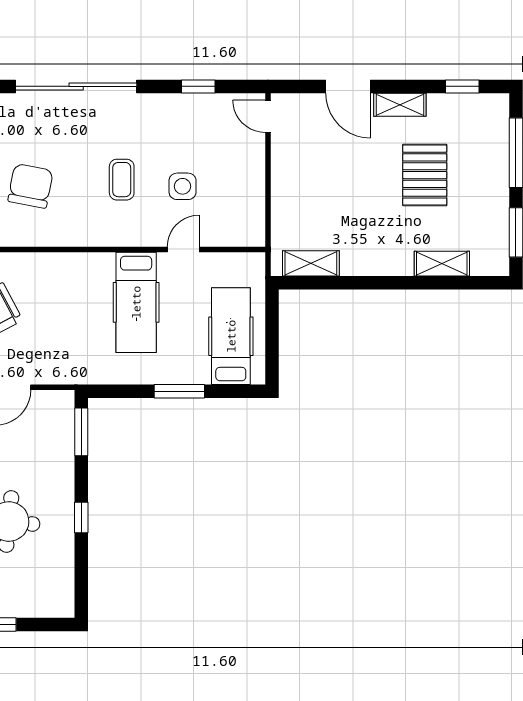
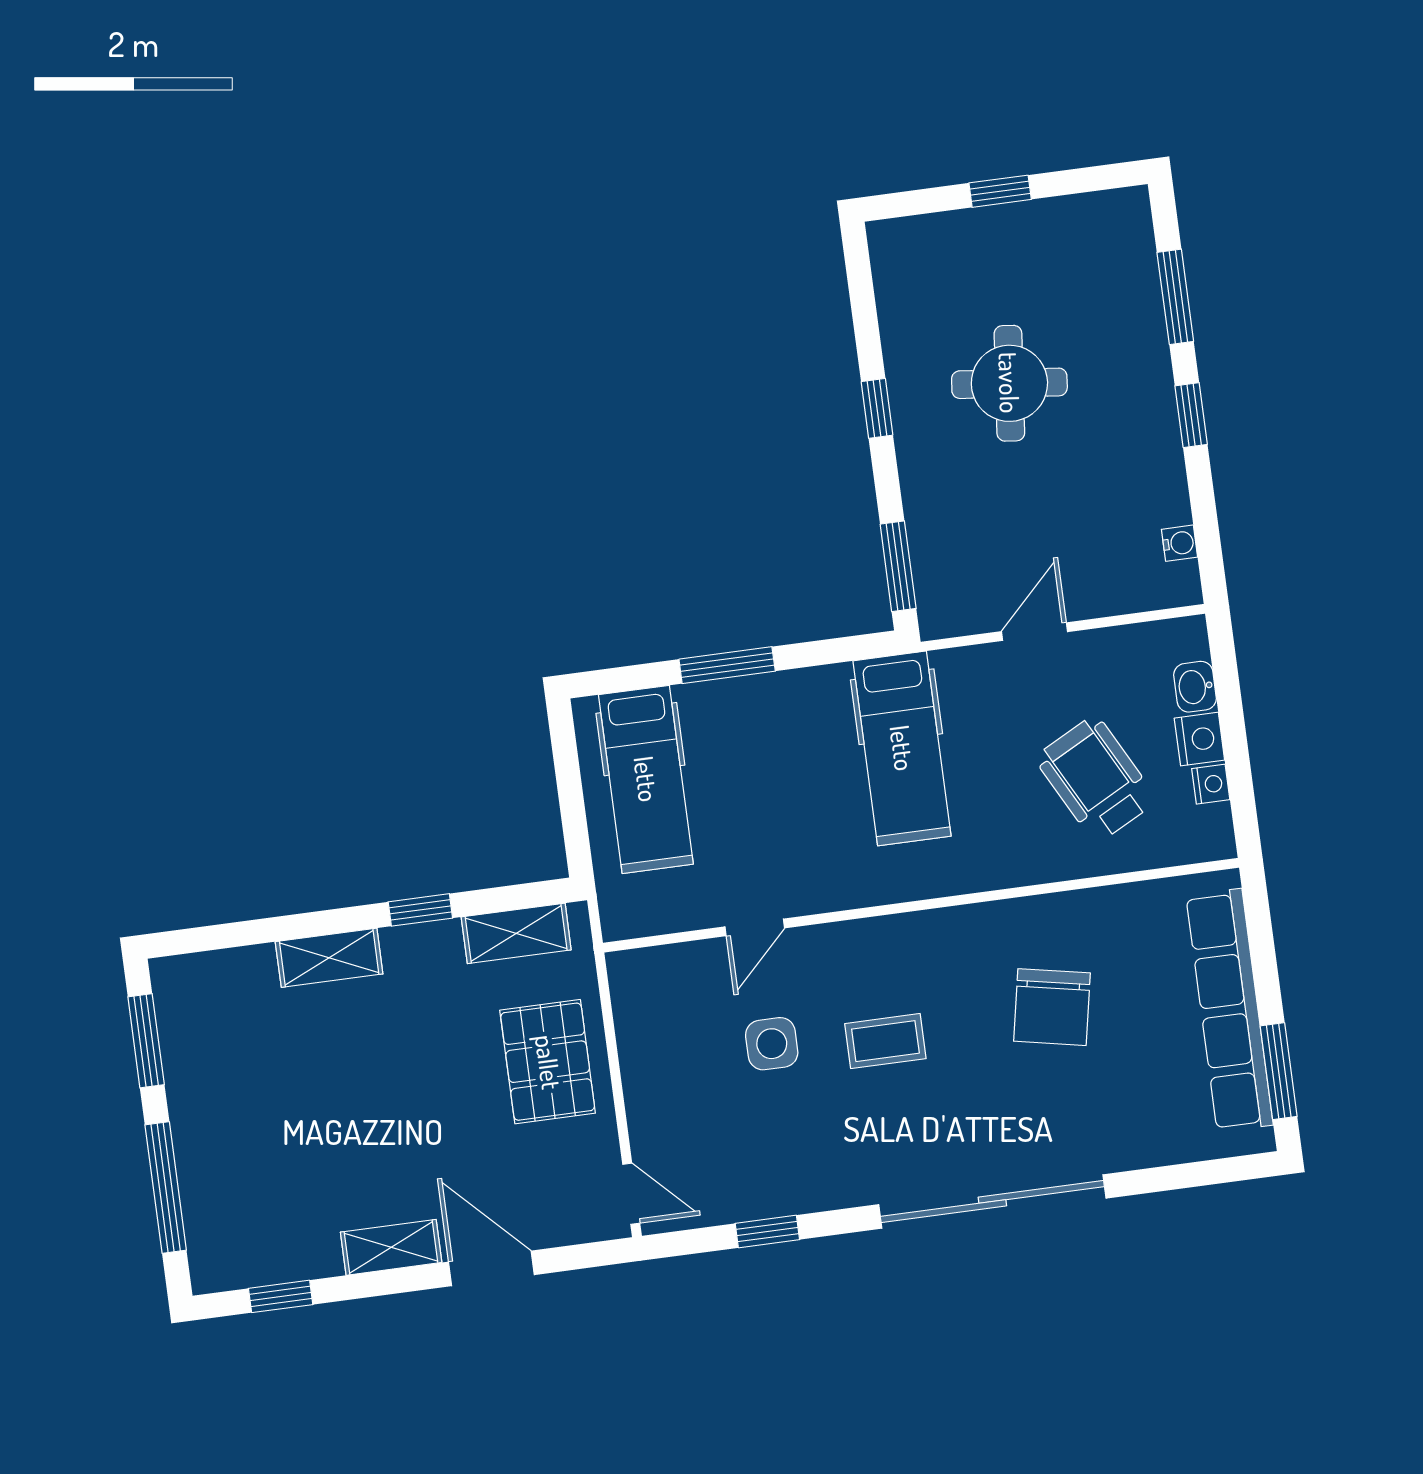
pallet: (425, 175) -> (548, 1062), moved
coffee table: (122, 180) -> (885, 1041), turned 90
shelving: (442, 264) -> (329, 958), moved
window: (360, 283) -> (420, 910), added
hospital bed: (136, 302) -> (902, 748), moved, turned 180

